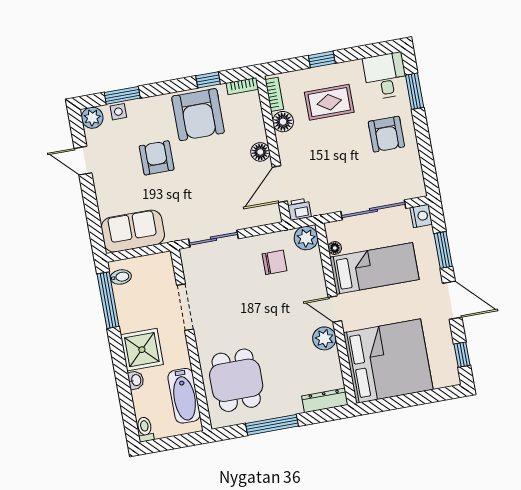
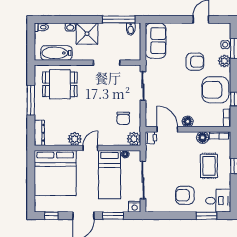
plant: (92, 118) -> (224, 61), moved

